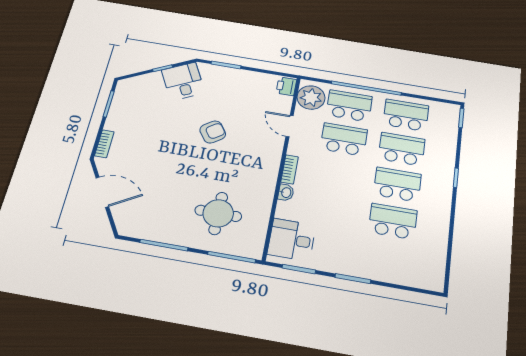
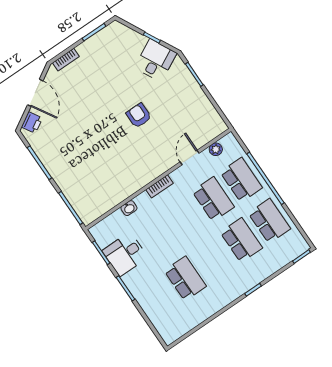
printer: (286, 86) -> (32, 123), moved, turned 149
plant: (311, 98) -> (216, 149), width x0.53, depth x0.53
armchair: (213, 132) -> (139, 115), turned -145
school desk: (397, 184) -> (213, 259), removed
washbasin: (286, 193) -> (129, 208), moved
round table: (218, 213) -> (89, 173), removed
desk: (292, 240) -> (125, 254), moved, turned -90

